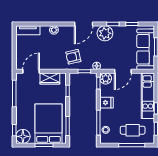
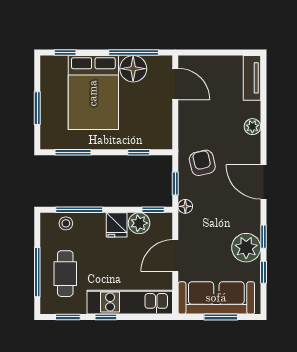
plant: (105, 33) -> (246, 248), moved
door: (123, 71) -> (175, 256), hinge flipped
wardrobe: (50, 78) -> (162, 119), removed
plant: (106, 78) -> (139, 223), moved
bed: (49, 124) -> (93, 93), moved, turned 90
floor lamp: (23, 136) -> (133, 69), moved

